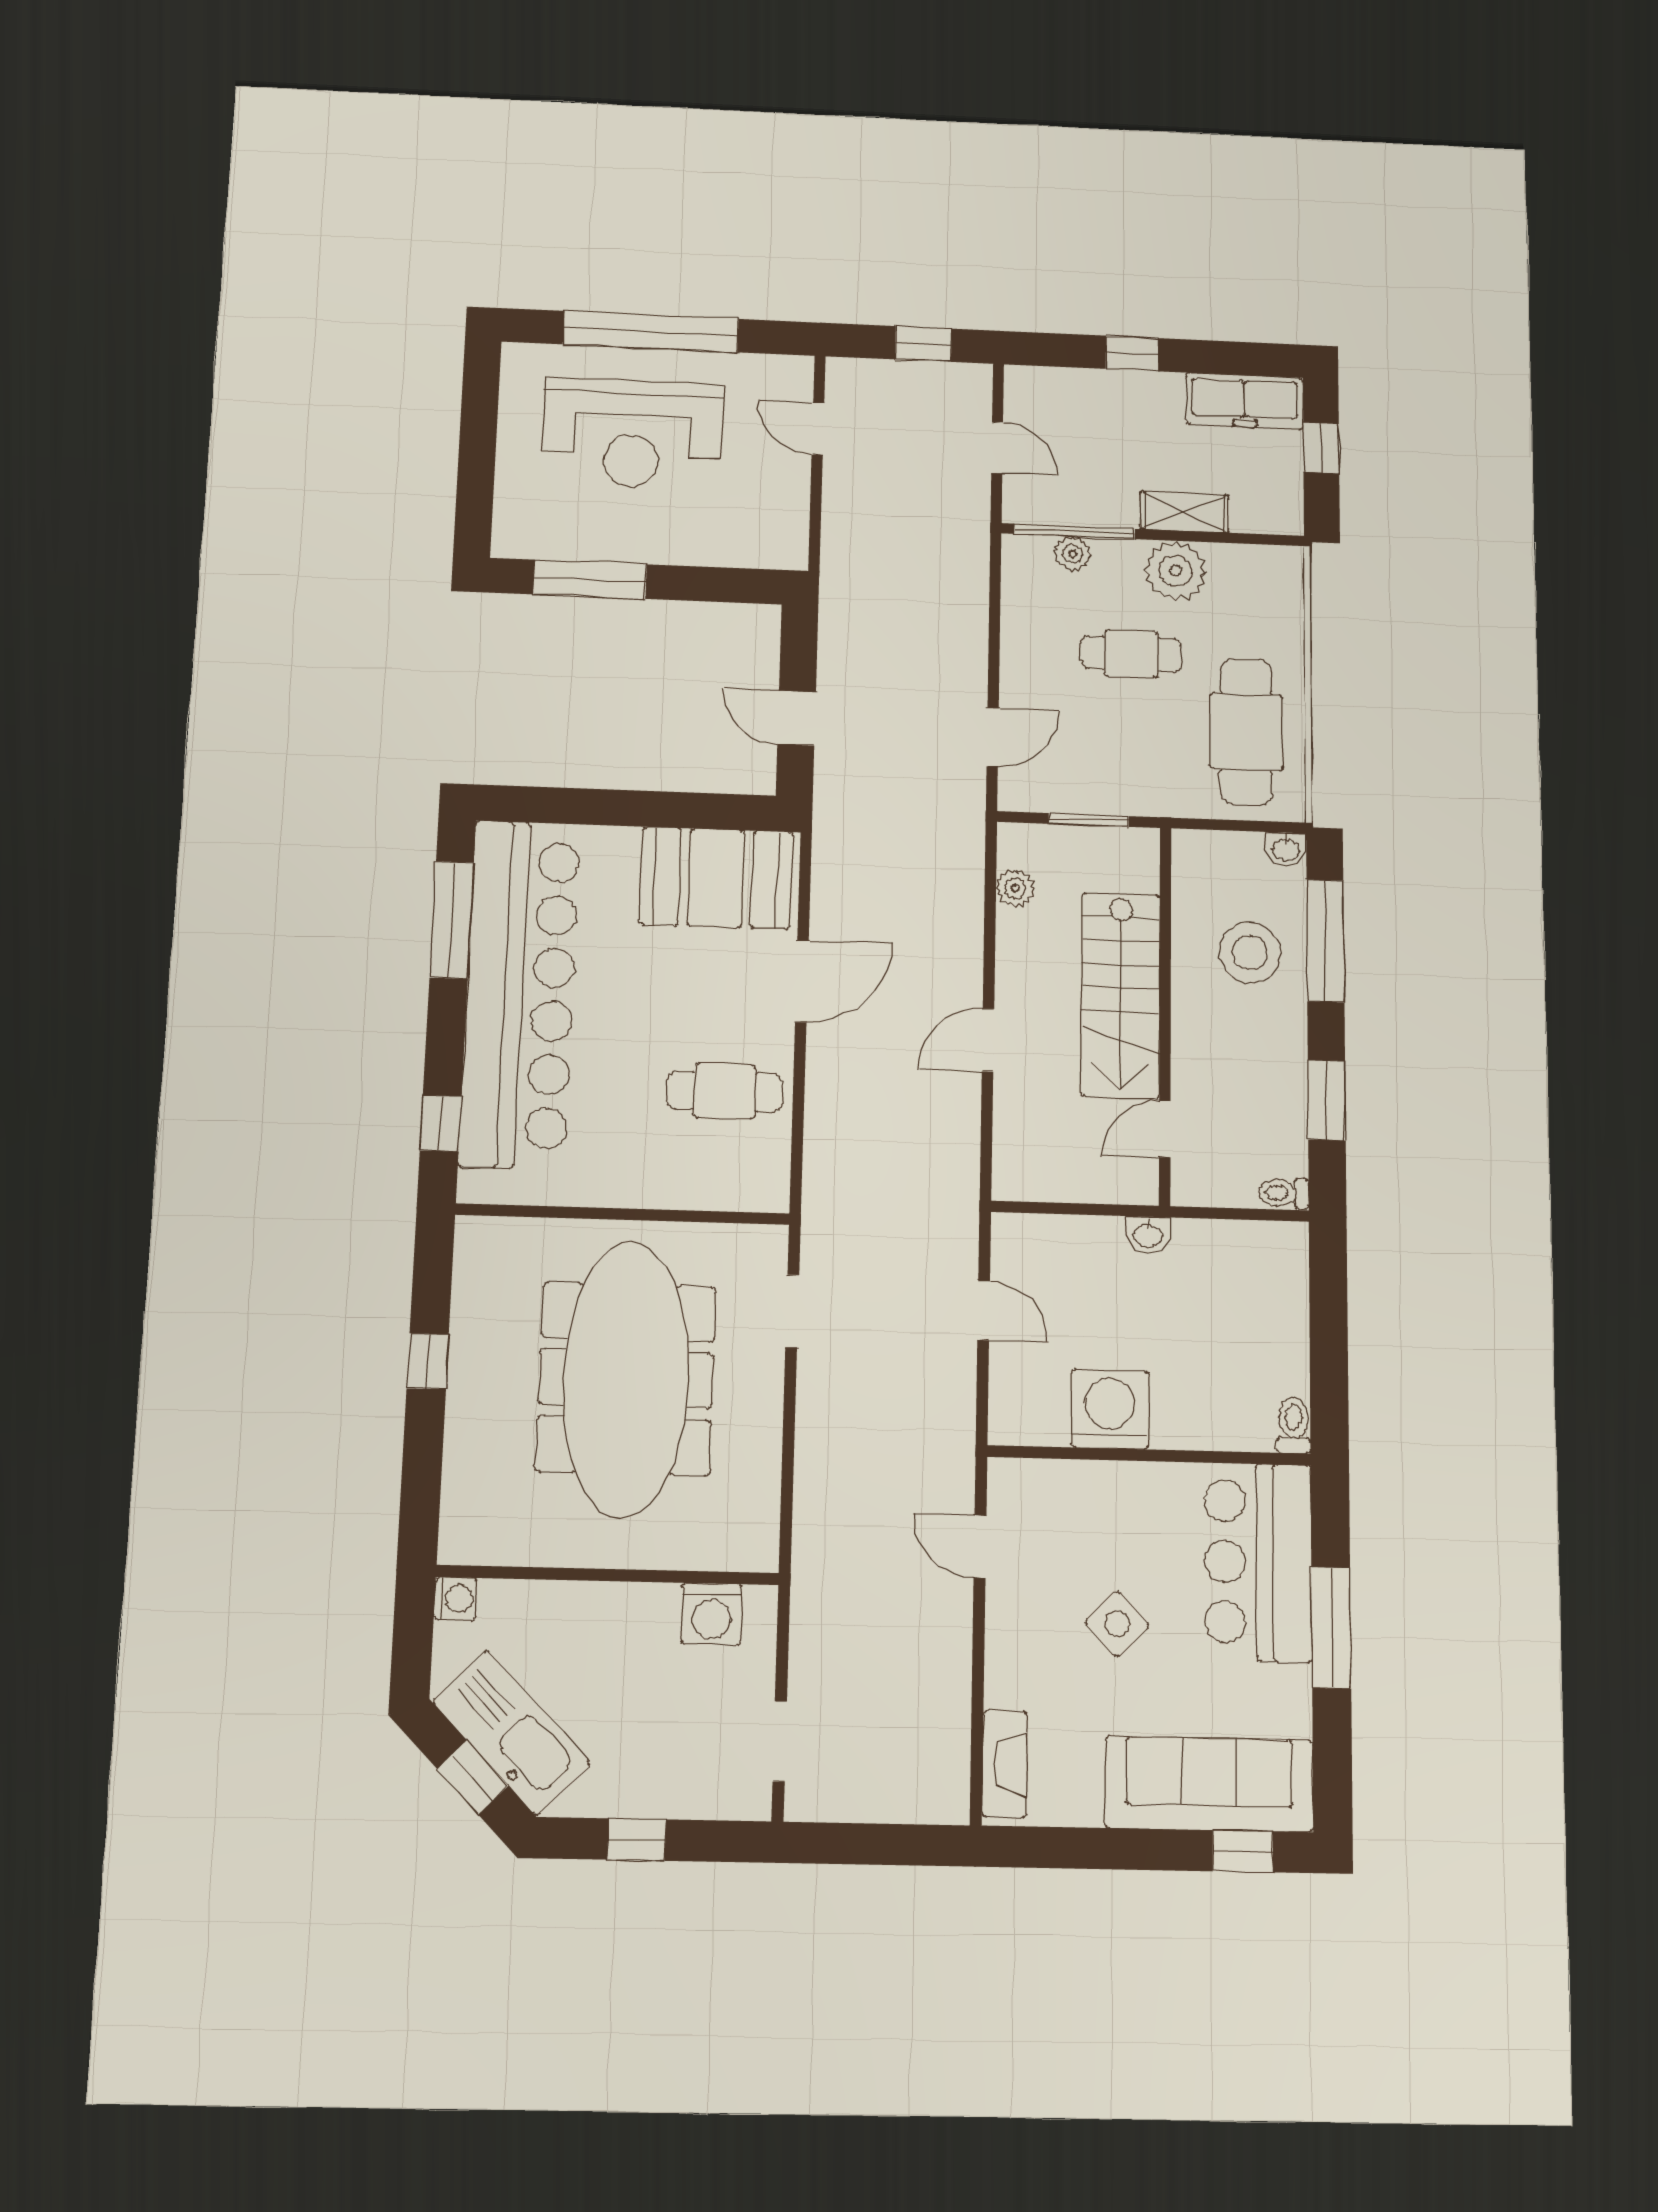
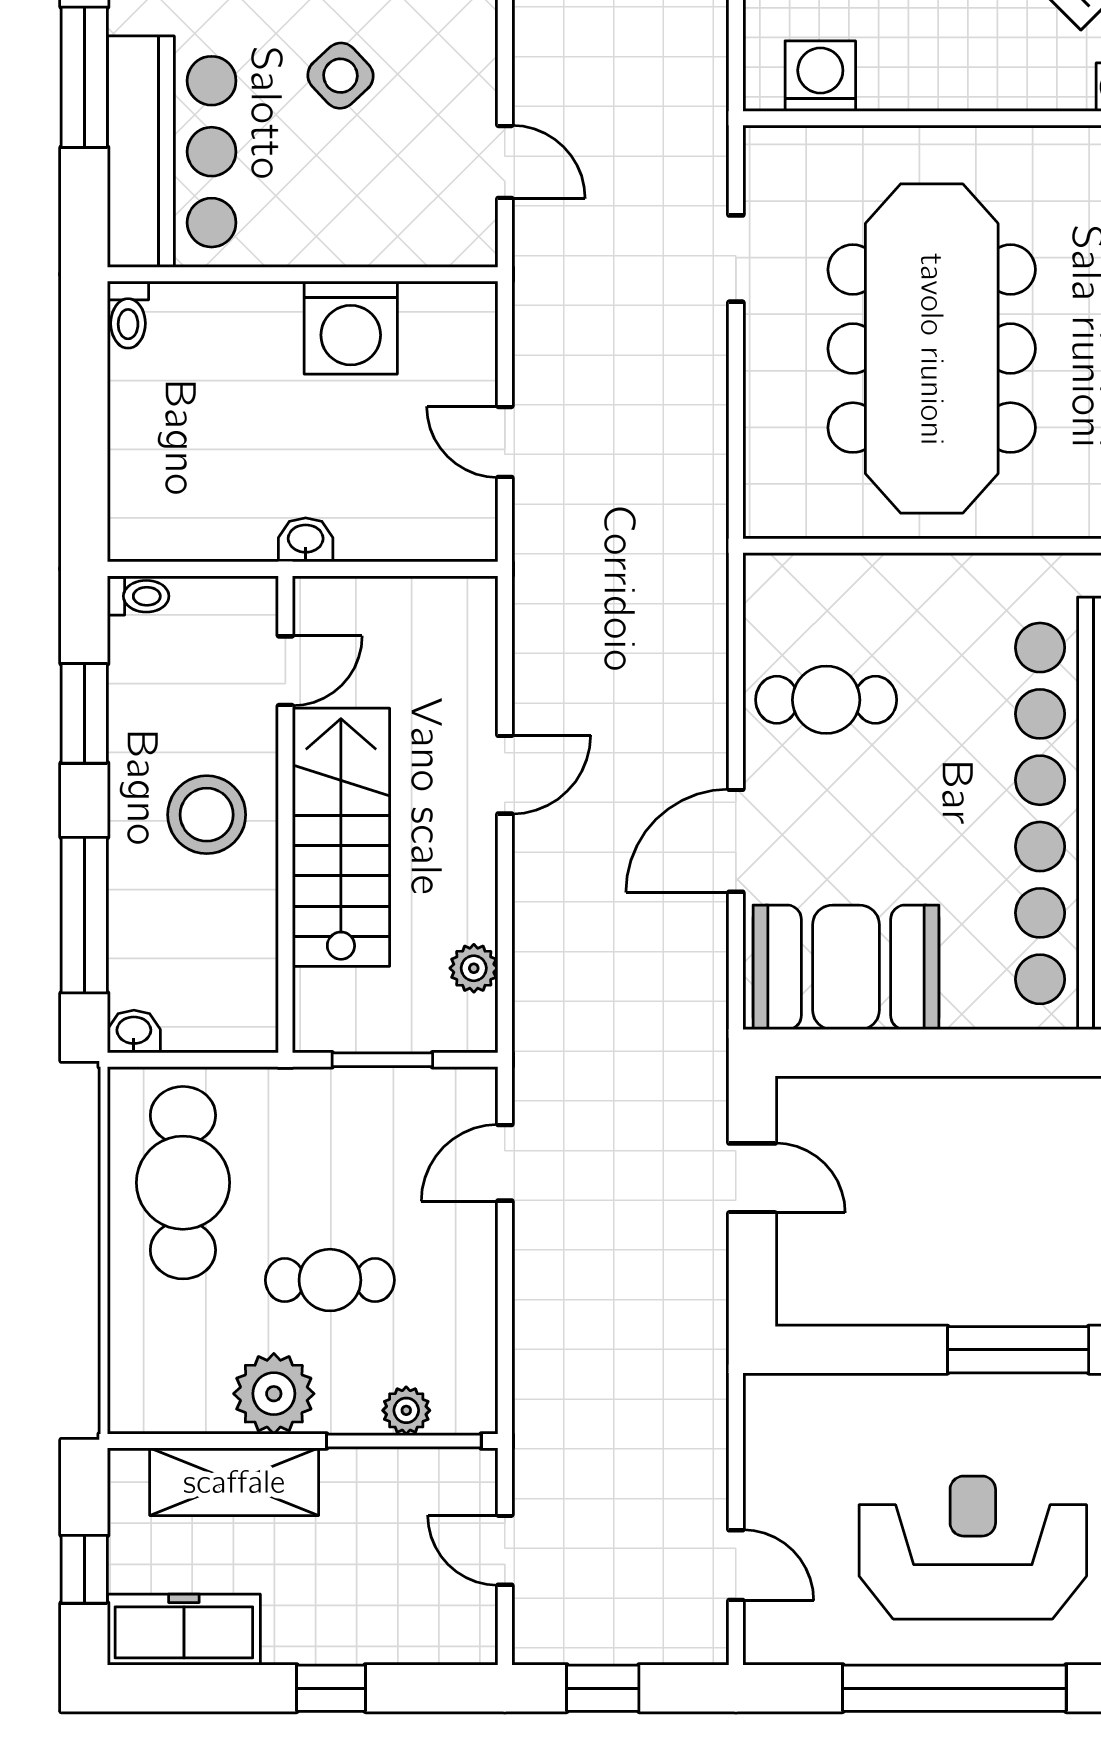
shelving: (1184, 512) -> (234, 1482), width x1.50, depth x1.33
stool: (1250, 952) -> (207, 815), moved
doorway: (792, 1311) -> (736, 259), moved

